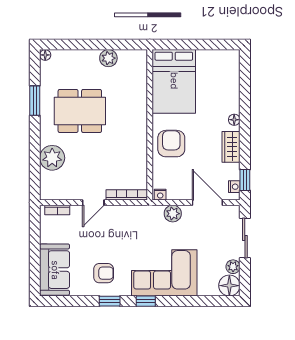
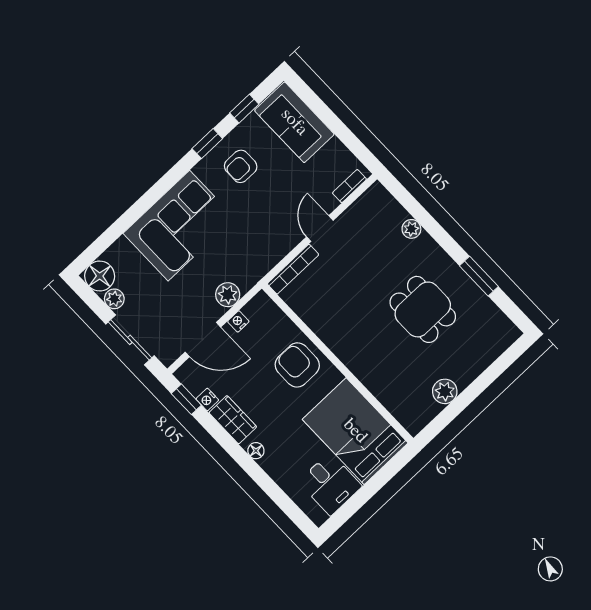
floor lamp: (45, 55) -> (513, 333), removed
desk: (212, 67) -> (330, 484), added
dining table: (80, 111) -> (423, 309), width x0.73
armchair: (171, 144) -> (297, 365), turned 180
plant: (52, 158) -> (411, 229), width x0.53, depth x0.53
nightstand: (234, 187) -> (207, 399), moved
nightstand: (160, 195) -> (238, 321), moved
window: (146, 301) -> (244, 109), moved

